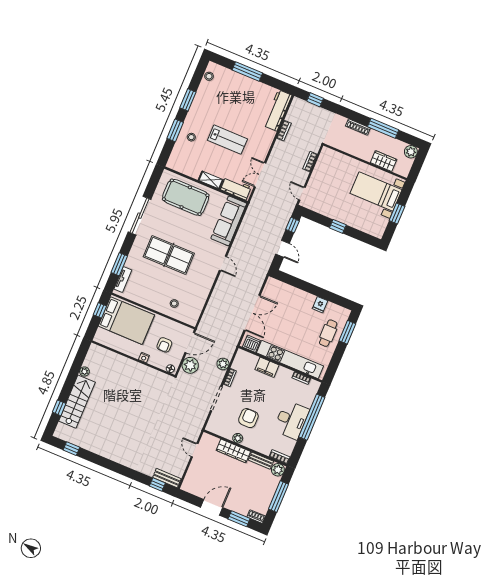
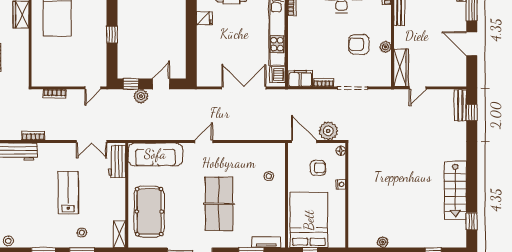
shelving: (211, 180) -> (119, 234), moved
plant: (223, 364) -> (141, 96), moved
filing cabinet: (267, 367) -> (300, 79), moved, turned -90
stairs: (77, 402) -> (455, 190), moved, turned -90
wardrobe: (233, 451) -> (401, 68), moved

